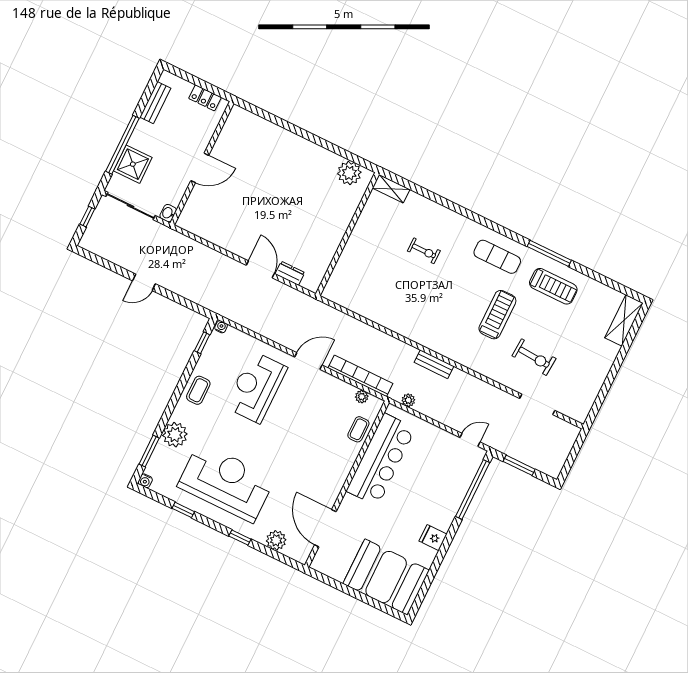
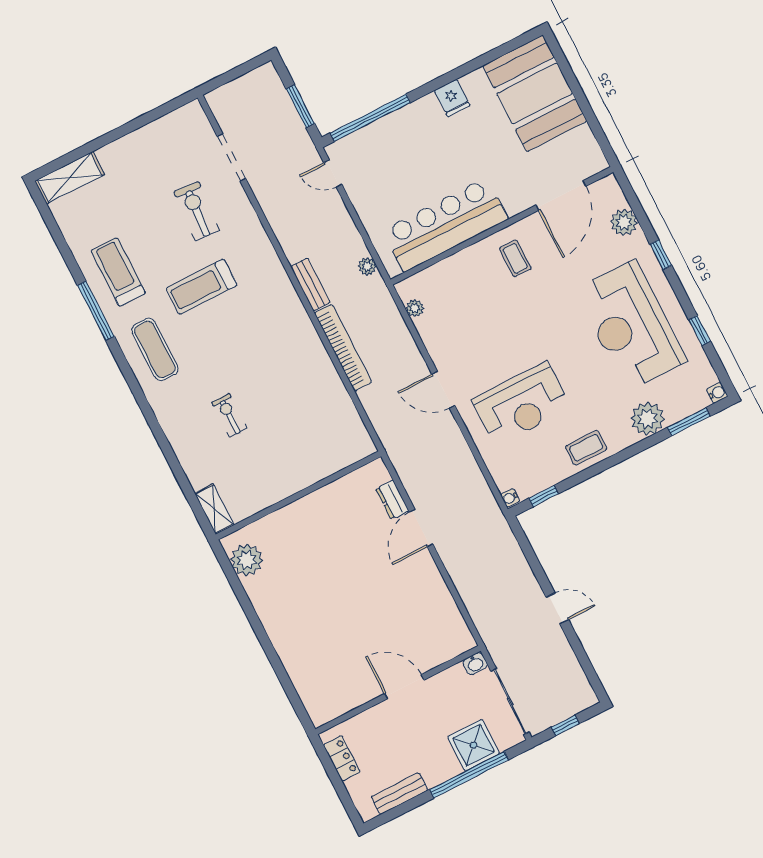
bookcase: (360, 376) -> (343, 348), moved, turned 180
coffee table: (358, 429) -> (515, 258), moved, turned 90

